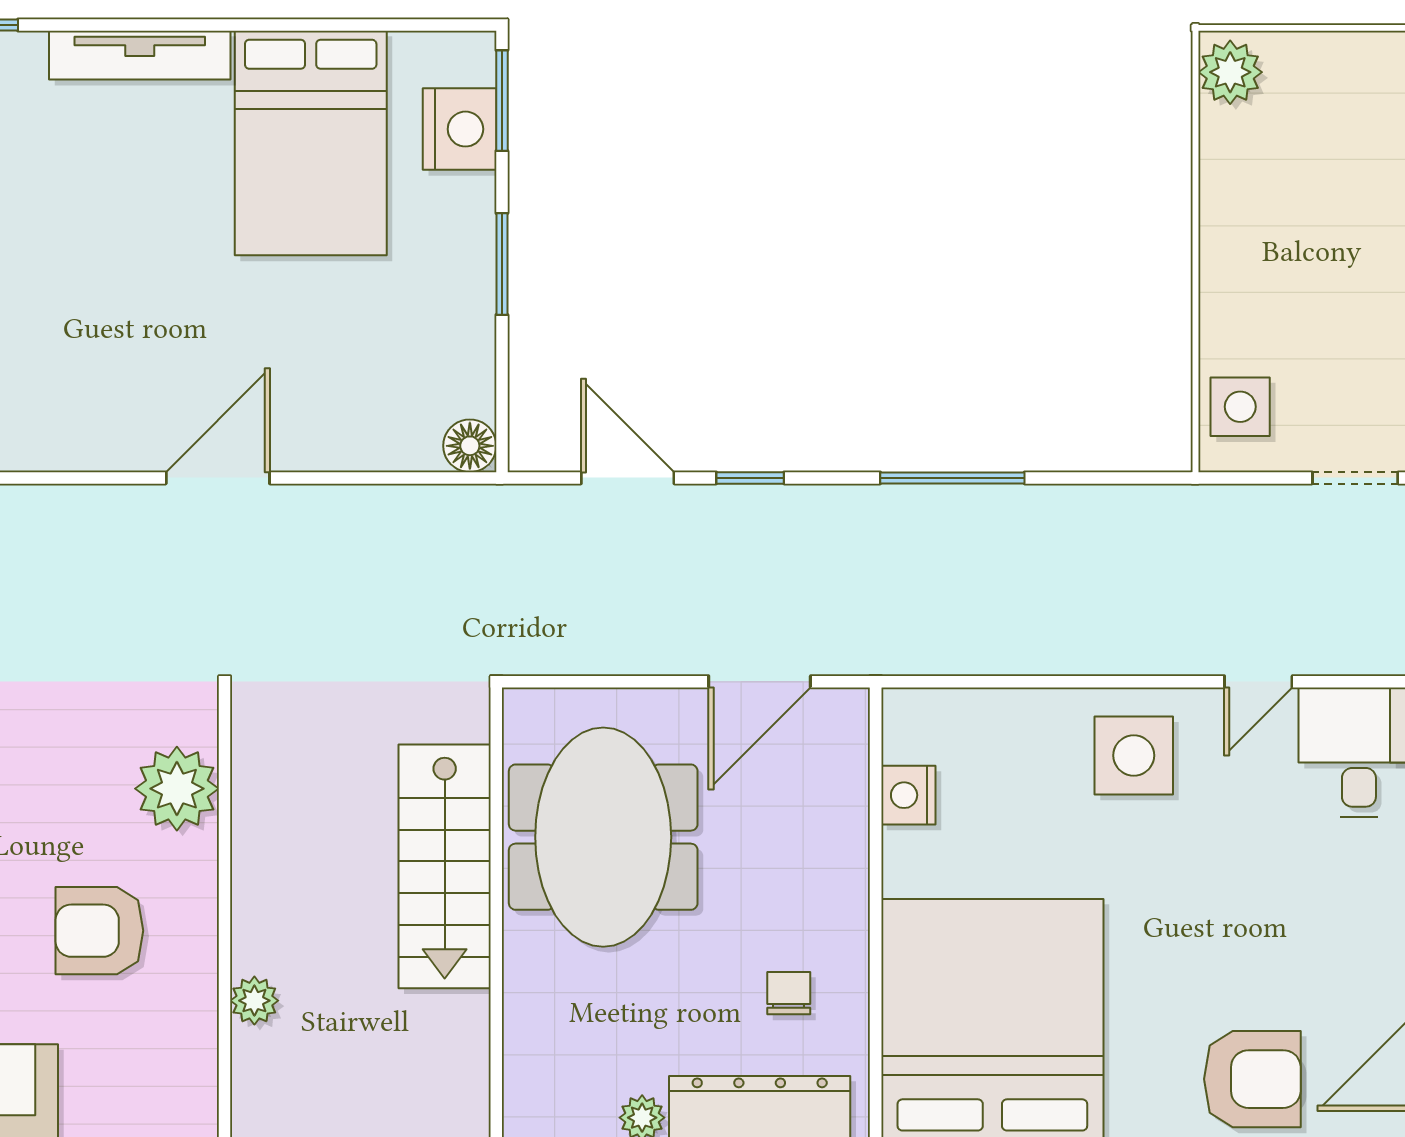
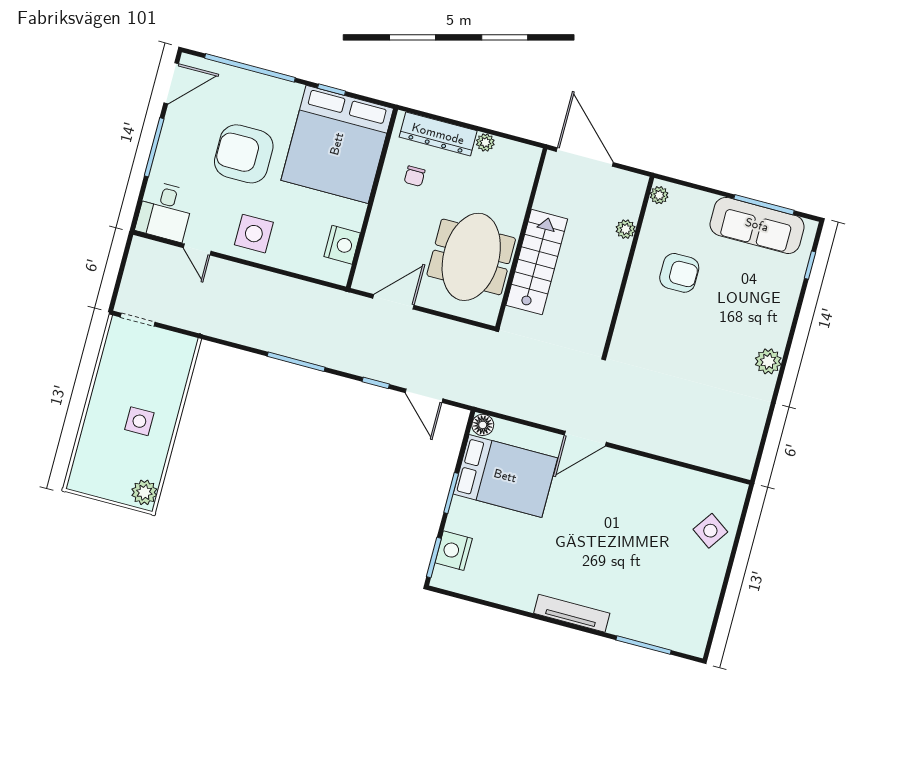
bed: (311, 143) -> (505, 476), moved, turned 90
side table: (1240, 407) -> (139, 421), moved
door: (1258, 682) -> (197, 249), swing flipped
plant: (177, 789) -> (659, 195), moved, width x0.53, depth x0.53
nightstand: (908, 795) -> (342, 245), width x1.36, depth x1.33
armchair: (1252, 1079) -> (244, 154), moved, width x1.36, depth x1.36

